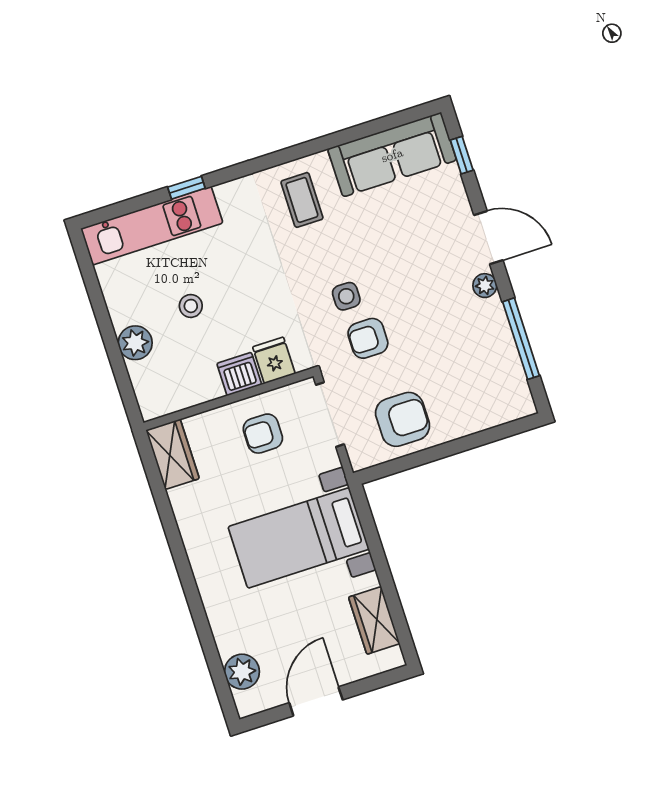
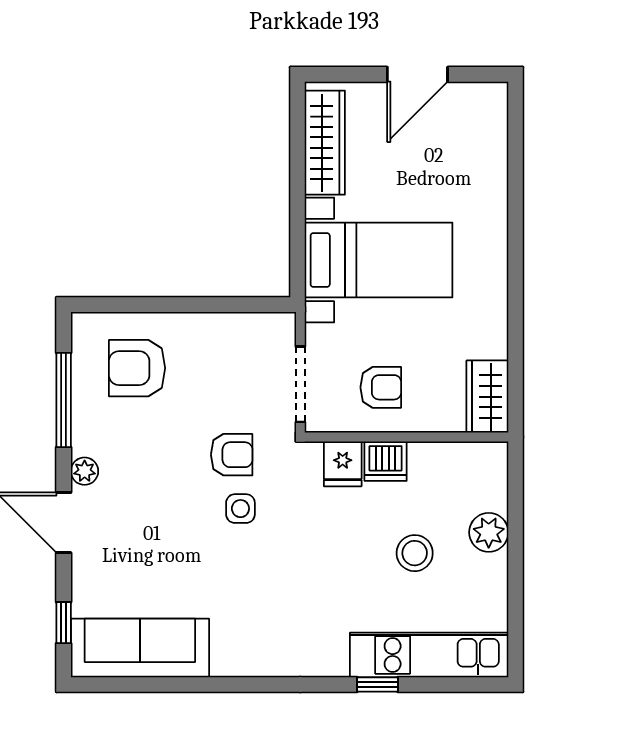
coffee table: (302, 200) -> (255, 630), removed
stool: (191, 306) -> (415, 553), width x1.37, depth x1.37
armchair: (403, 419) -> (137, 368), moved
wardrobe: (374, 620) -> (325, 143), width x1.50
plant: (242, 672) -> (488, 133), removed

